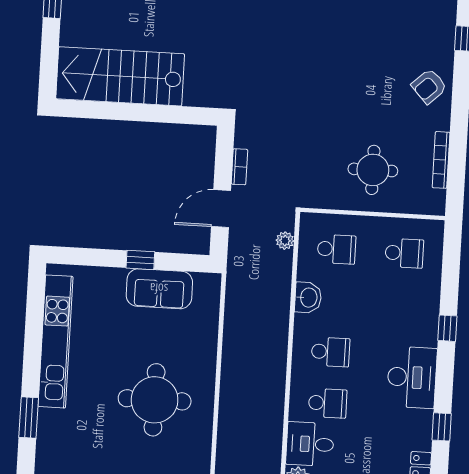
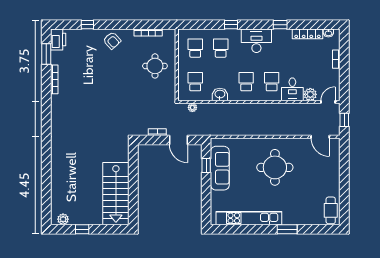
window: (140, 260) -> (206, 165), moved
sofa: (159, 289) -> (220, 168), width x1.36
school desk: (401, 304) -> (221, 48), added

